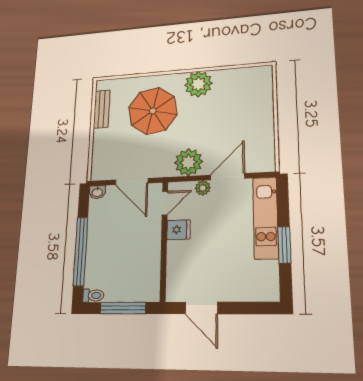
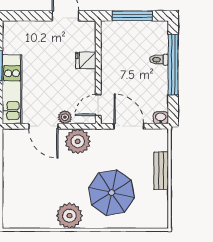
bench: (102, 109) -> (161, 171), moved
door: (228, 177) -> (43, 126), hinge flipped
fridge: (178, 230) -> (86, 60), moved
toilet: (93, 295) -> (159, 60), moved

